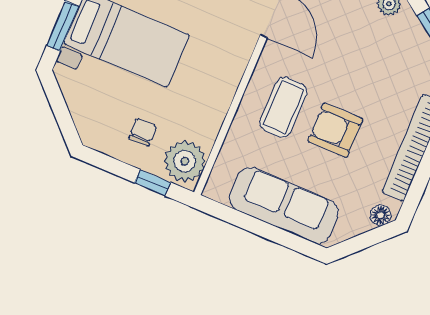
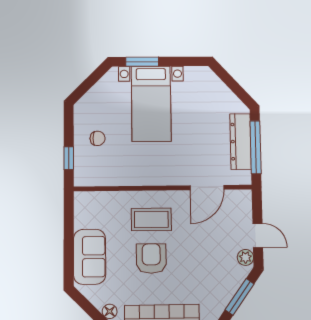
plant: (185, 161) -> (91, 172), removed
sofa: (284, 205) -> (90, 257), width x0.73

